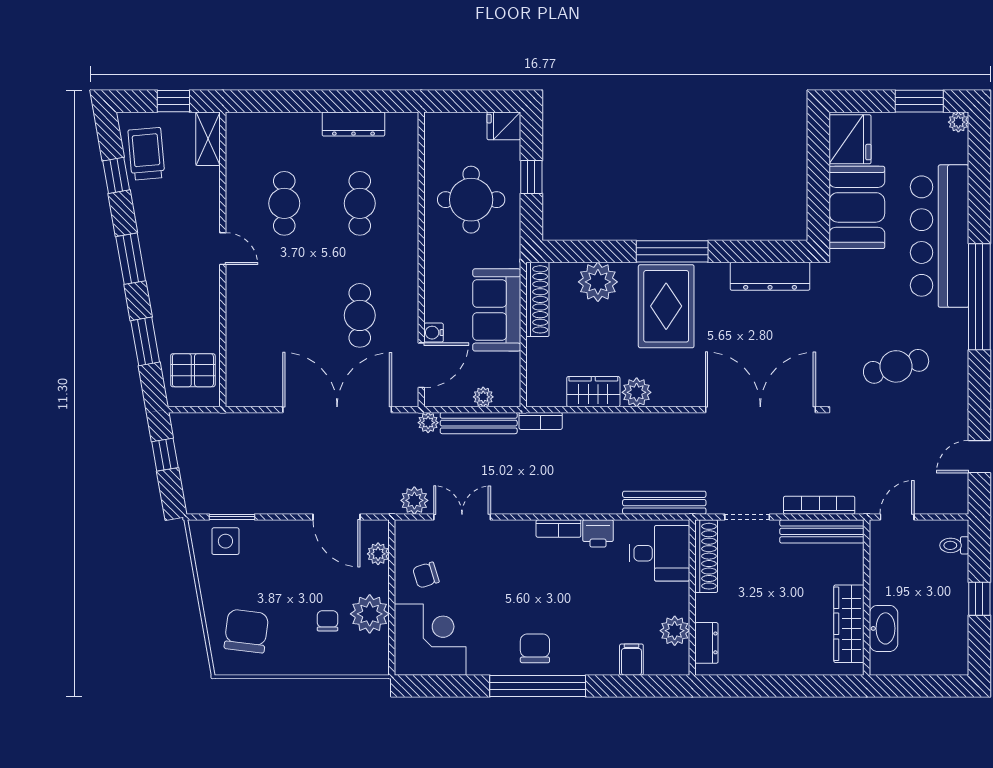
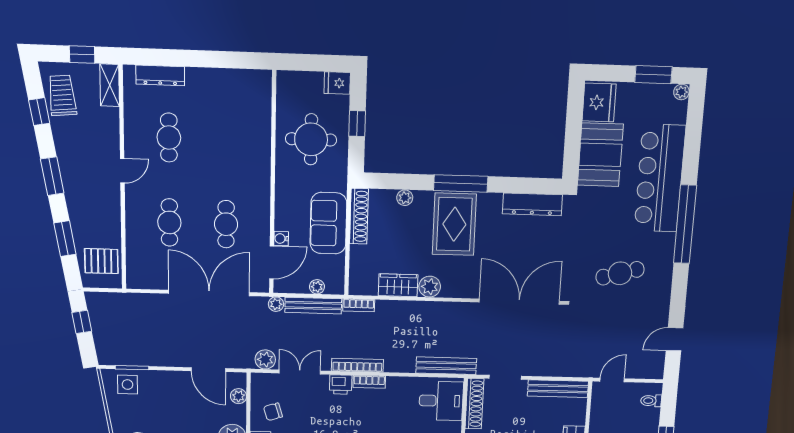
dresser: (353, 124) -> (160, 75), moved
cafe table: (360, 203) -> (169, 222), moved
door: (223, 249) -> (122, 171), hinge flipped
plant: (598, 282) -> (405, 198), width x0.53, depth x0.53
bookcase: (819, 505) -> (357, 365), moved
printer: (598, 533) -> (341, 385), moved

